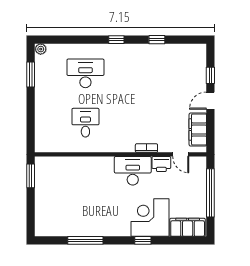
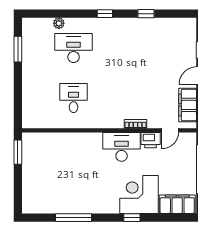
plant: (41, 49) -> (59, 23), moved
door: (181, 154) -> (170, 130), hinge flipped

